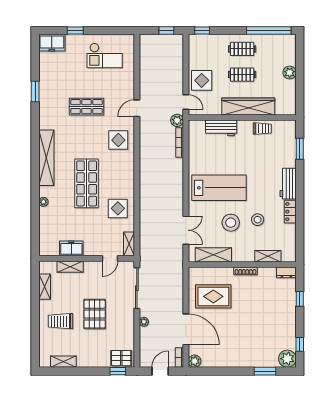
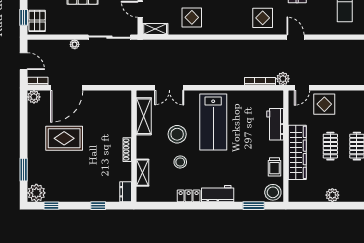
stool: (287, 130) -> (273, 192), added
rug: (213, 296) -> (64, 138), moved, turned 90

